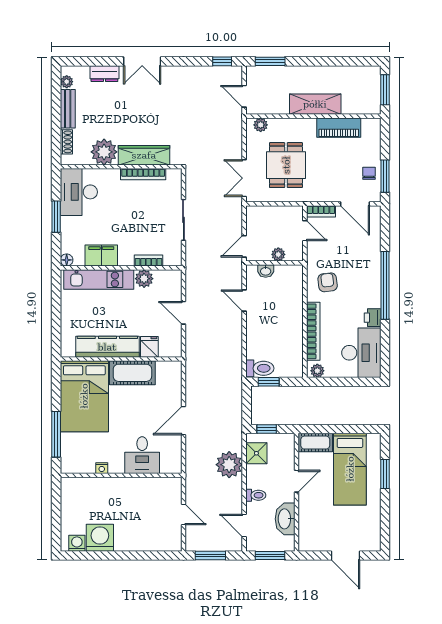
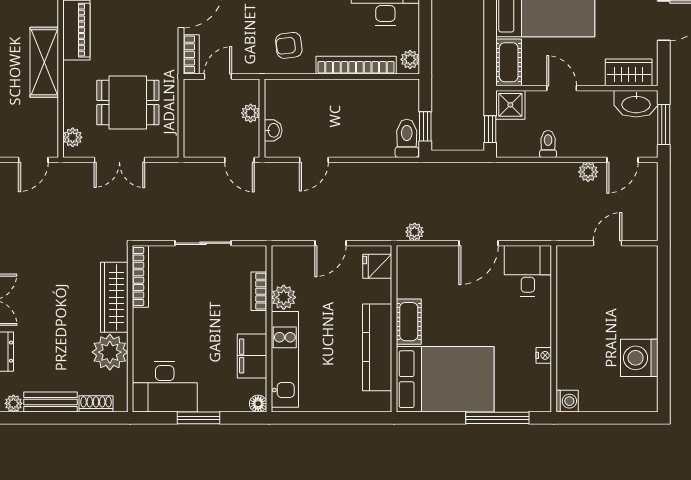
bookcase: (143, 174) -> (140, 276), moved
double door: (244, 178) -> (119, 160), moved
fridge: (149, 347) -> (377, 266), moved
cot: (132, 373) -> (409, 322), width x0.73, depth x0.75
plant: (192, 374) -> (415, 232), added
door: (183, 421) -> (479, 243), hinge flipped
shower: (256, 453) -> (510, 105), moved
desk: (142, 455) -> (528, 271), moved, turned -90
plant: (229, 465) -> (588, 172), moved, width x0.53, depth x0.53
toilet: (256, 495) -> (548, 144), moved
washbasin: (285, 519) -> (636, 104), moved
wardrobe: (308, 530) -> (629, 72), added
washing machine: (77, 543) -> (567, 401), moved, turned 180
window: (210, 555) -> (664, 206), removed

